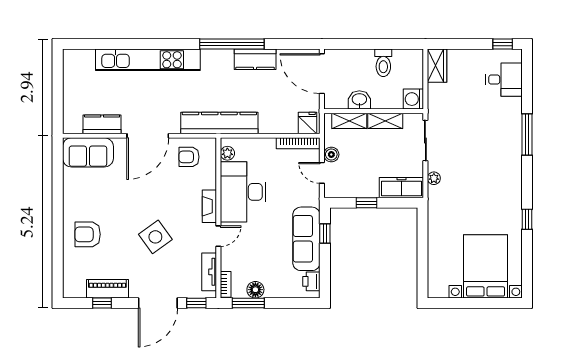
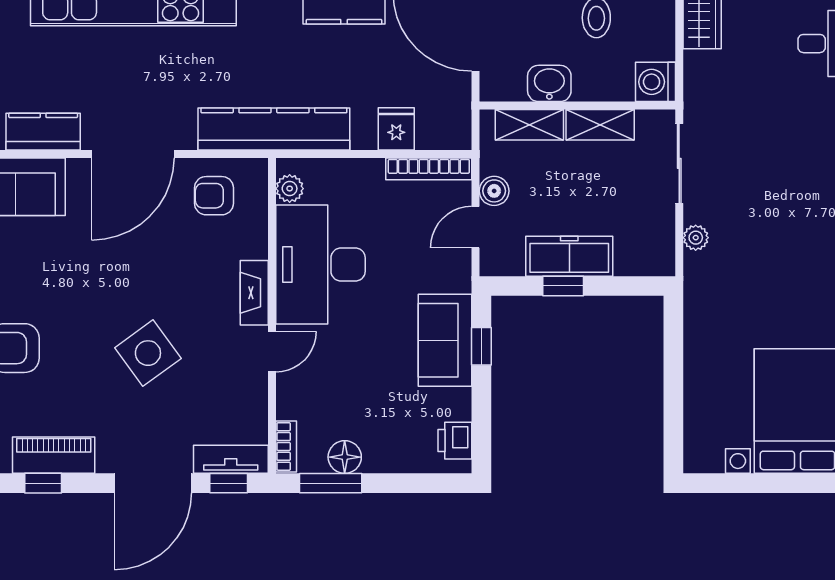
fridge: (307, 123) -> (396, 129), moved
door: (322, 173) -> (476, 227), hinge flipped
freezer: (401, 188) -> (569, 256), moved
sofa: (306, 239) -> (445, 340), width x0.73
tv unit: (209, 272) -> (231, 459), moved, turned 90

